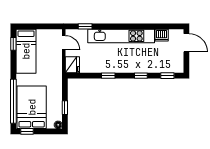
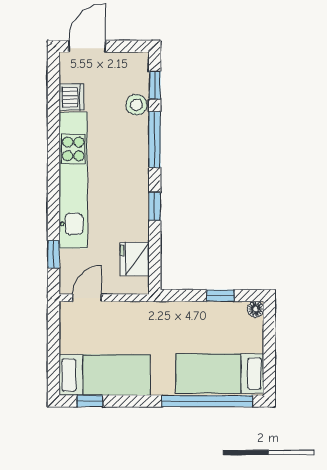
fridge: (72, 65) -> (135, 259), moved, turned -90
stool: (158, 67) -> (136, 105), added
window: (141, 76) -> (155, 140), width x2.17
bed: (32, 107) -> (220, 374), width x0.67
window: (27, 131) -> (269, 373), removed

